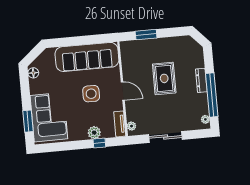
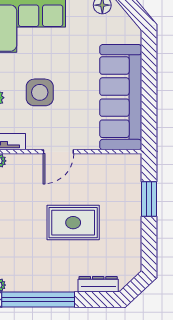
dresser: (201, 80) -> (98, 284), moved
side table: (91, 94) -> (40, 92), moved

